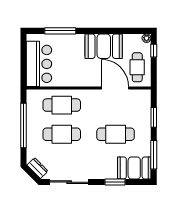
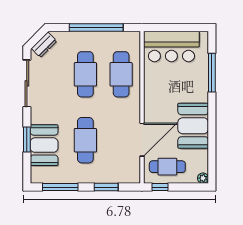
window: (154, 51) -> (160, 187), moved
booth: (134, 168) -> (44, 145), moved

